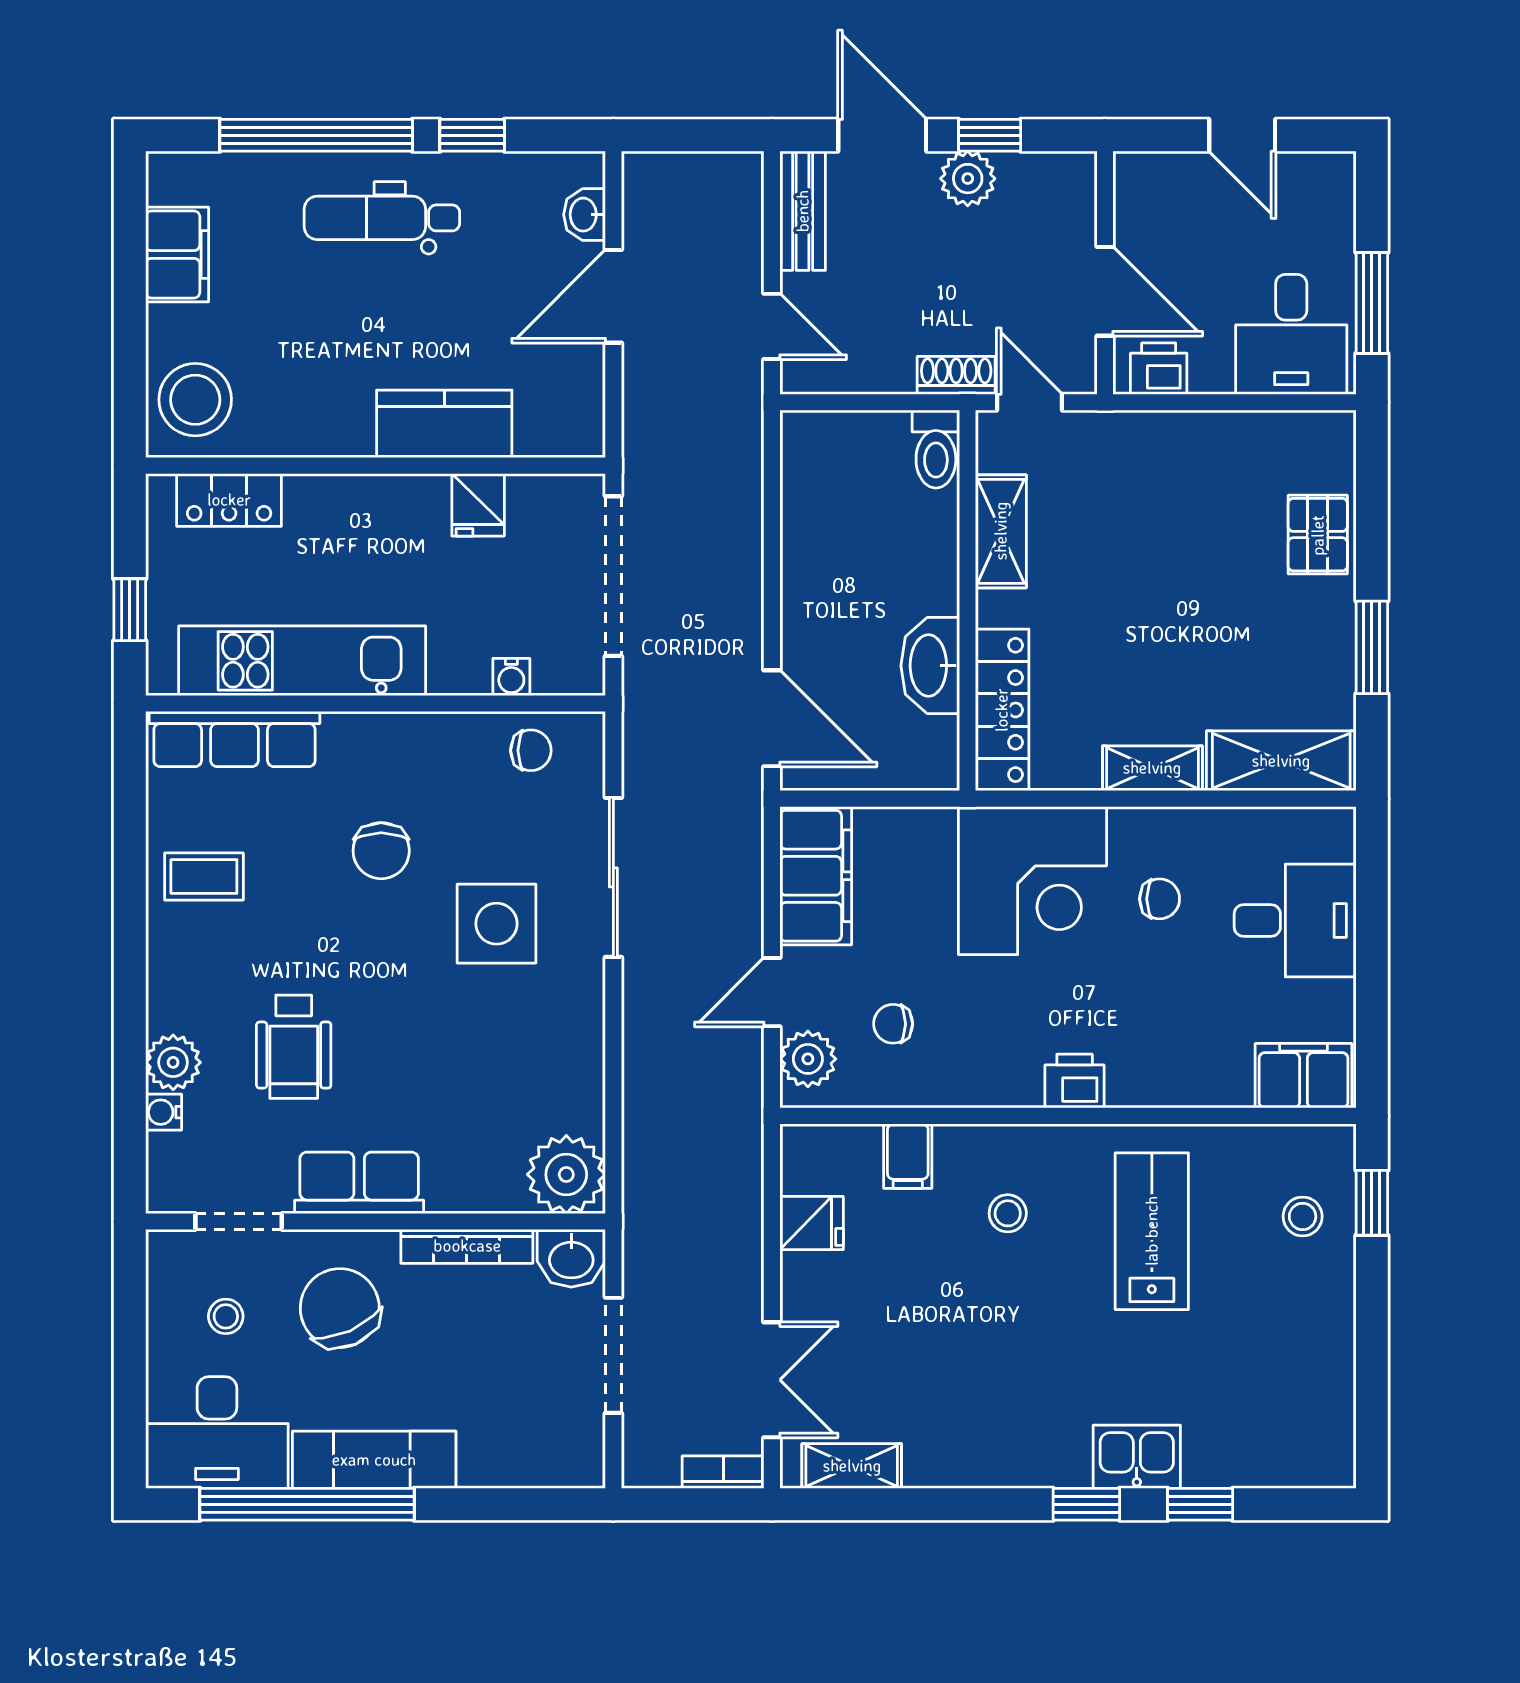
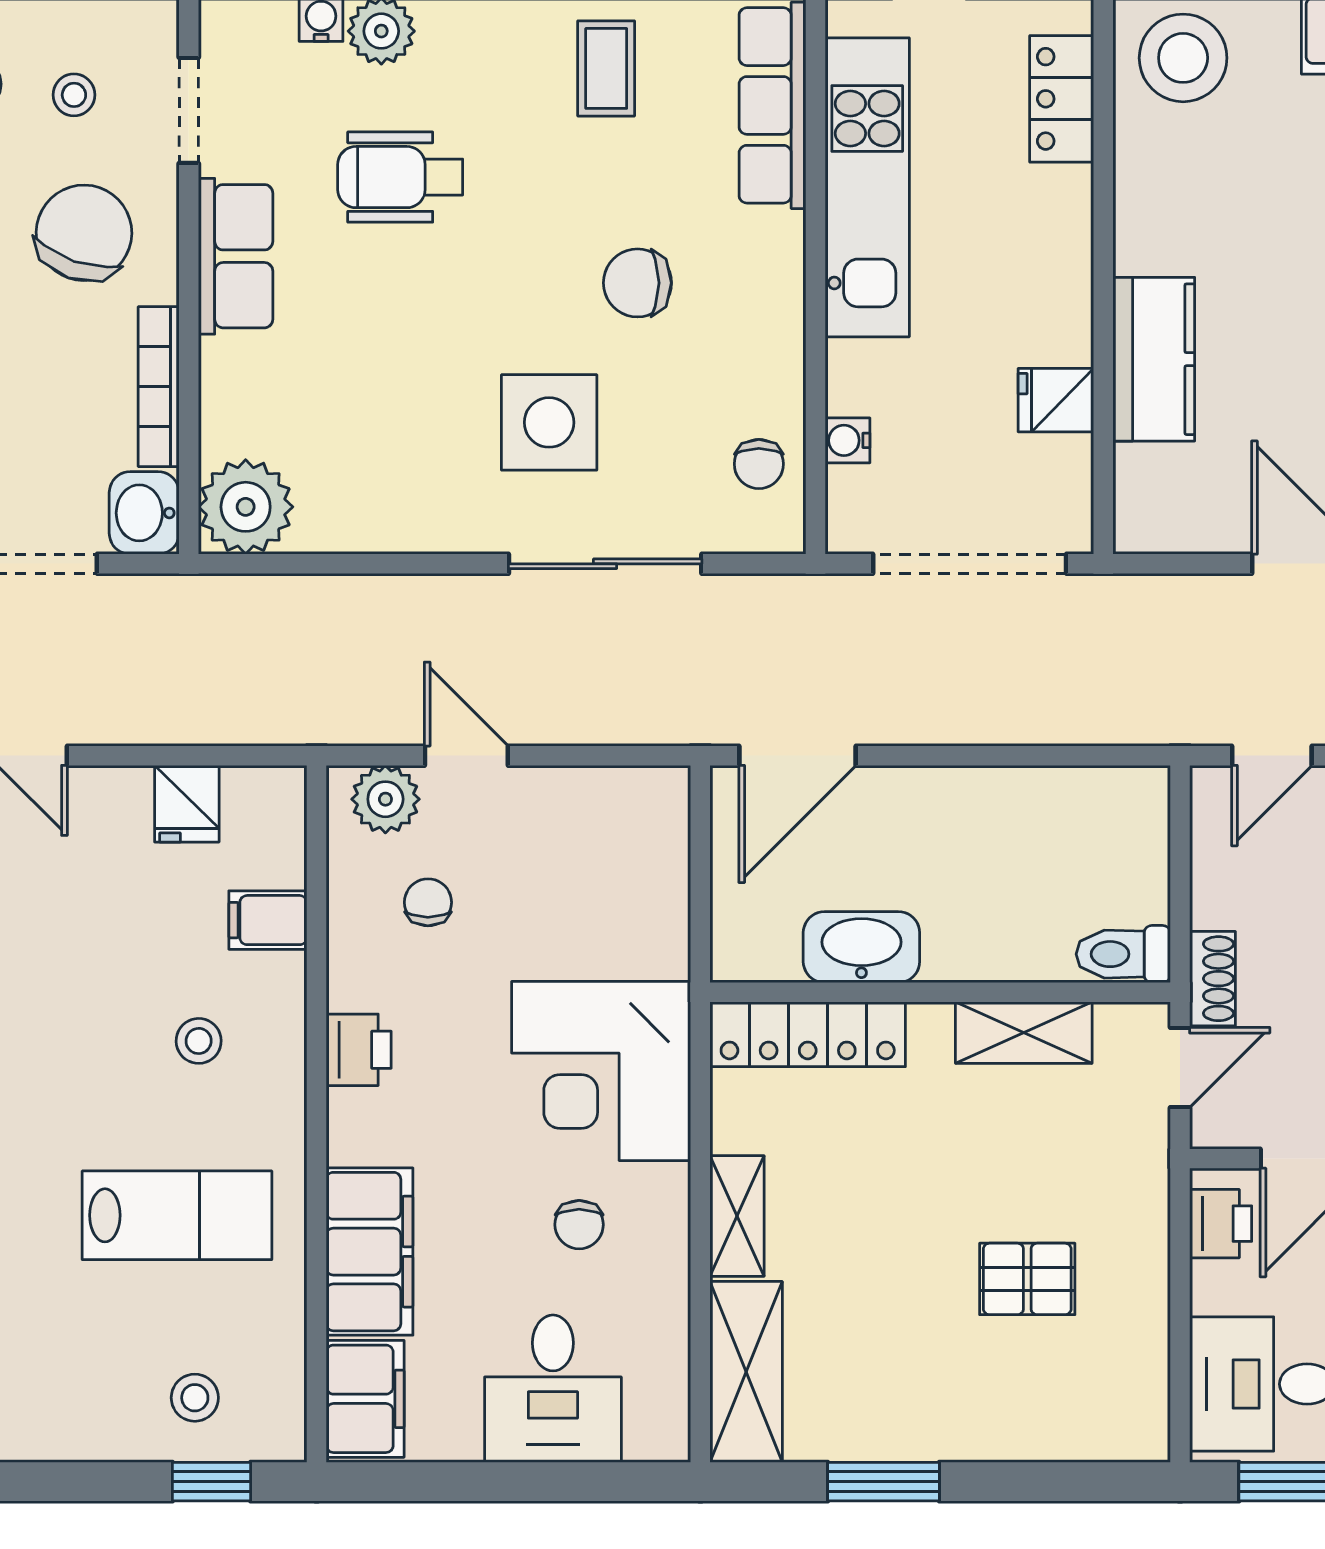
pallet: (1318, 535) -> (1027, 1279), moved
filing cabinet: (816, 876) -> (370, 1252), moved, turned -90
printer: (1075, 1081) -> (359, 1050), moved
chair: (340, 1308) -> (84, 233), turned -47

